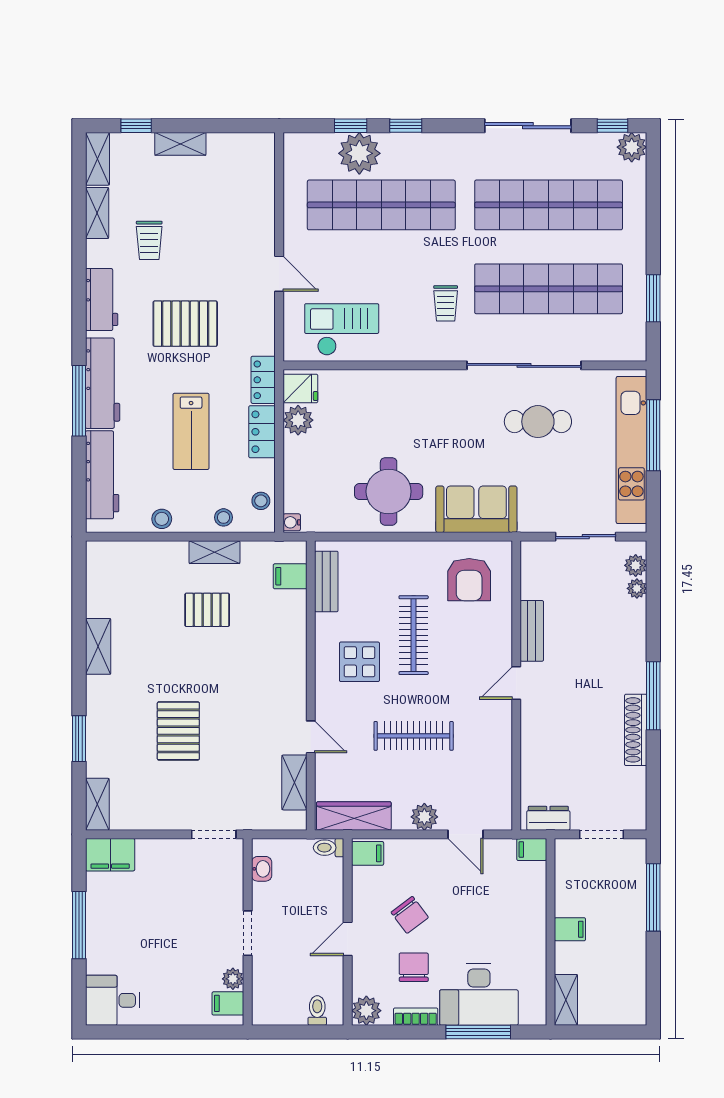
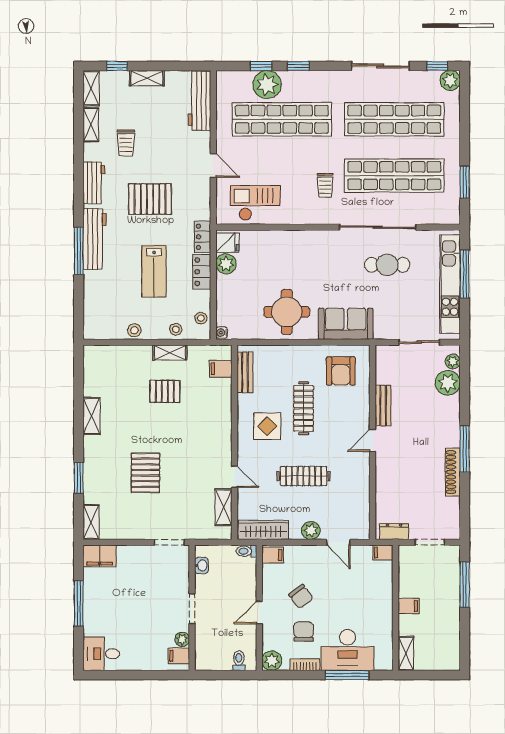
workbench: (102, 475) -> (199, 101), moved, turned 180
plant: (637, 588) -> (448, 383), width x1.88, depth x1.88

